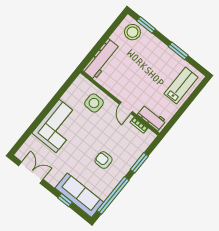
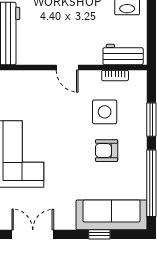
side table: (94, 103) -> (105, 112), moved
door: (126, 108) -> (67, 67), moved

